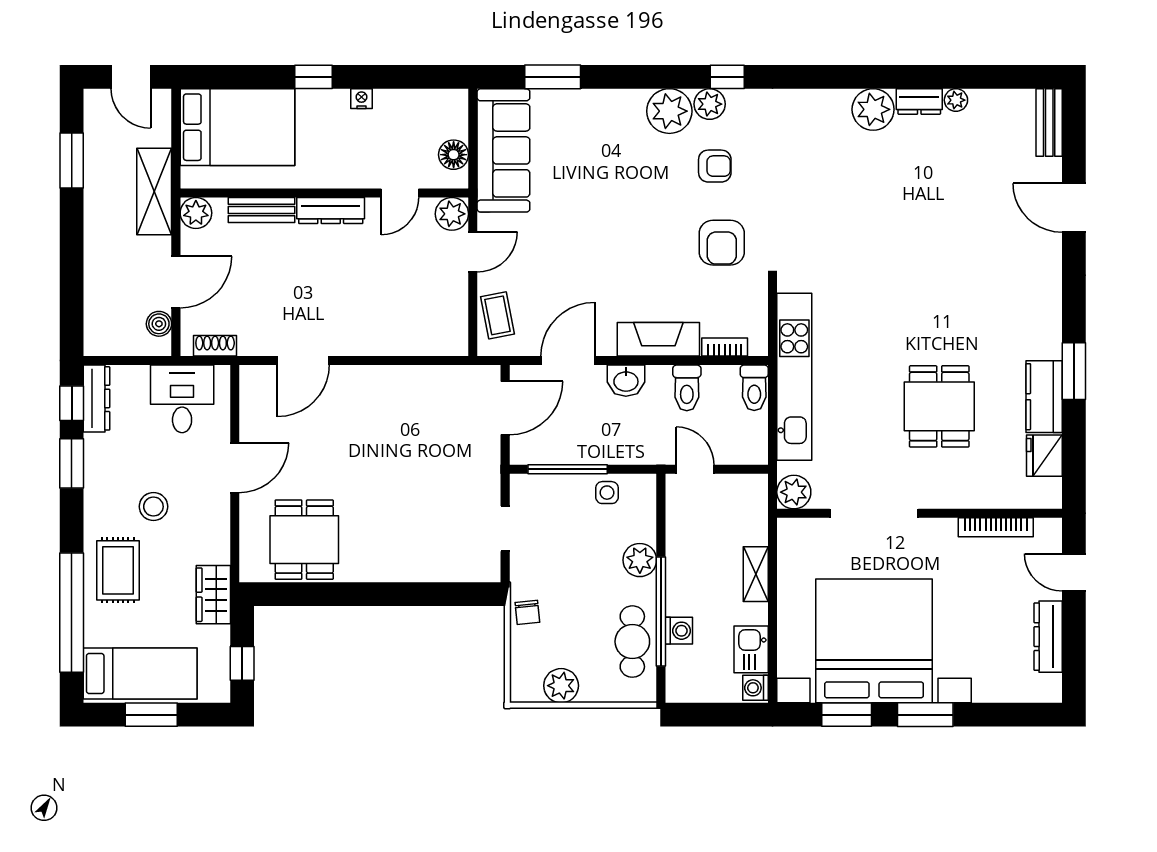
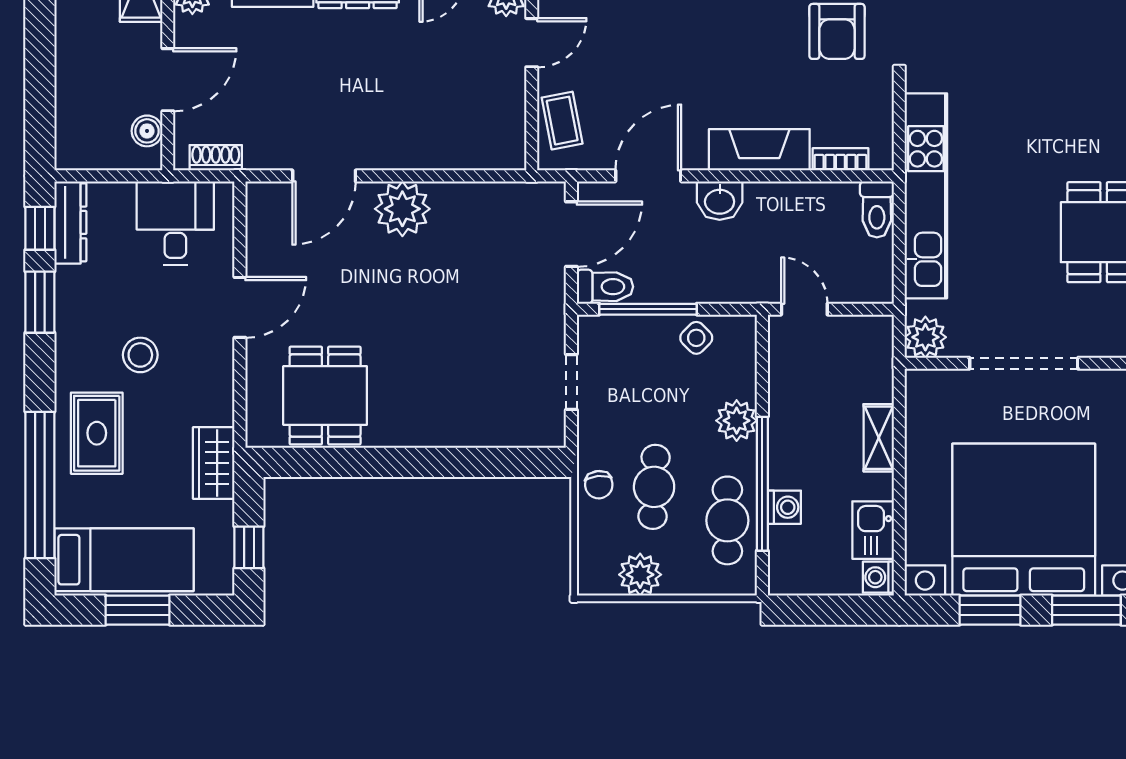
plant: (367, 387) -> (402, 209), added
toilet: (687, 388) -> (605, 287), moved, turned -90
side table: (607, 493) -> (696, 338), turned 45
cafe table: (573, 614) -> (654, 487), added

